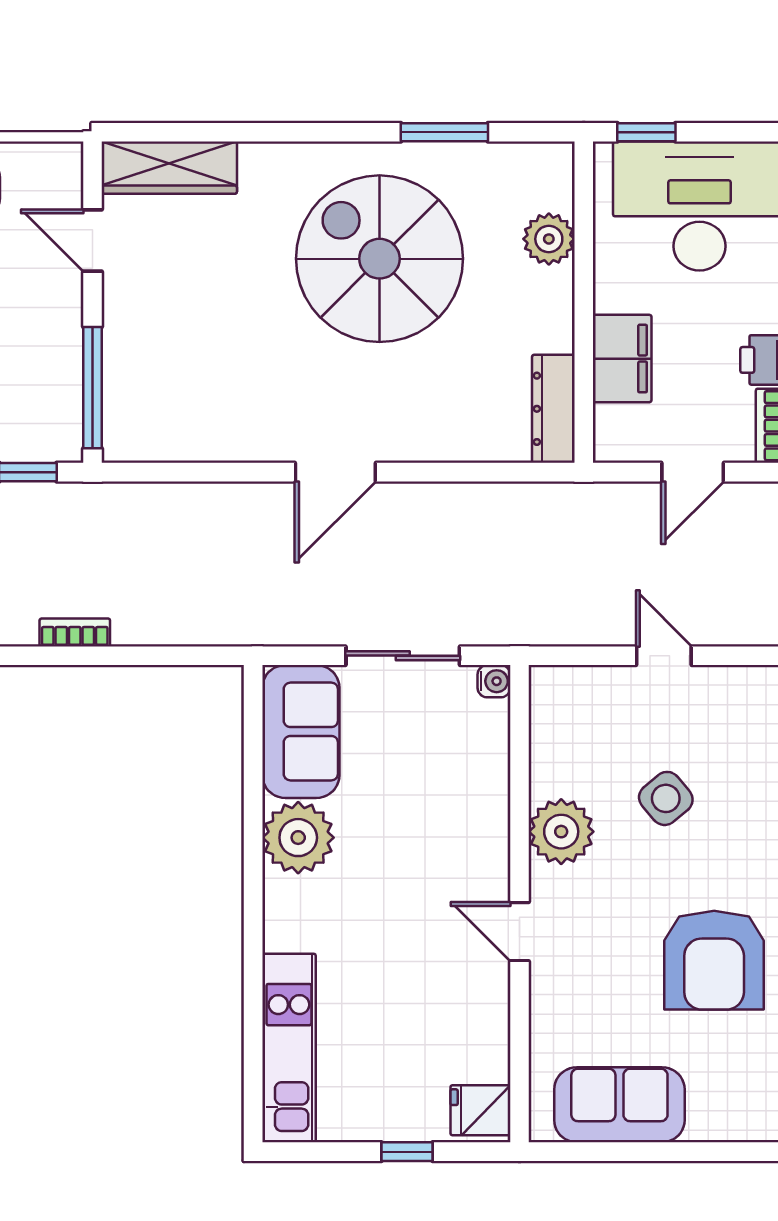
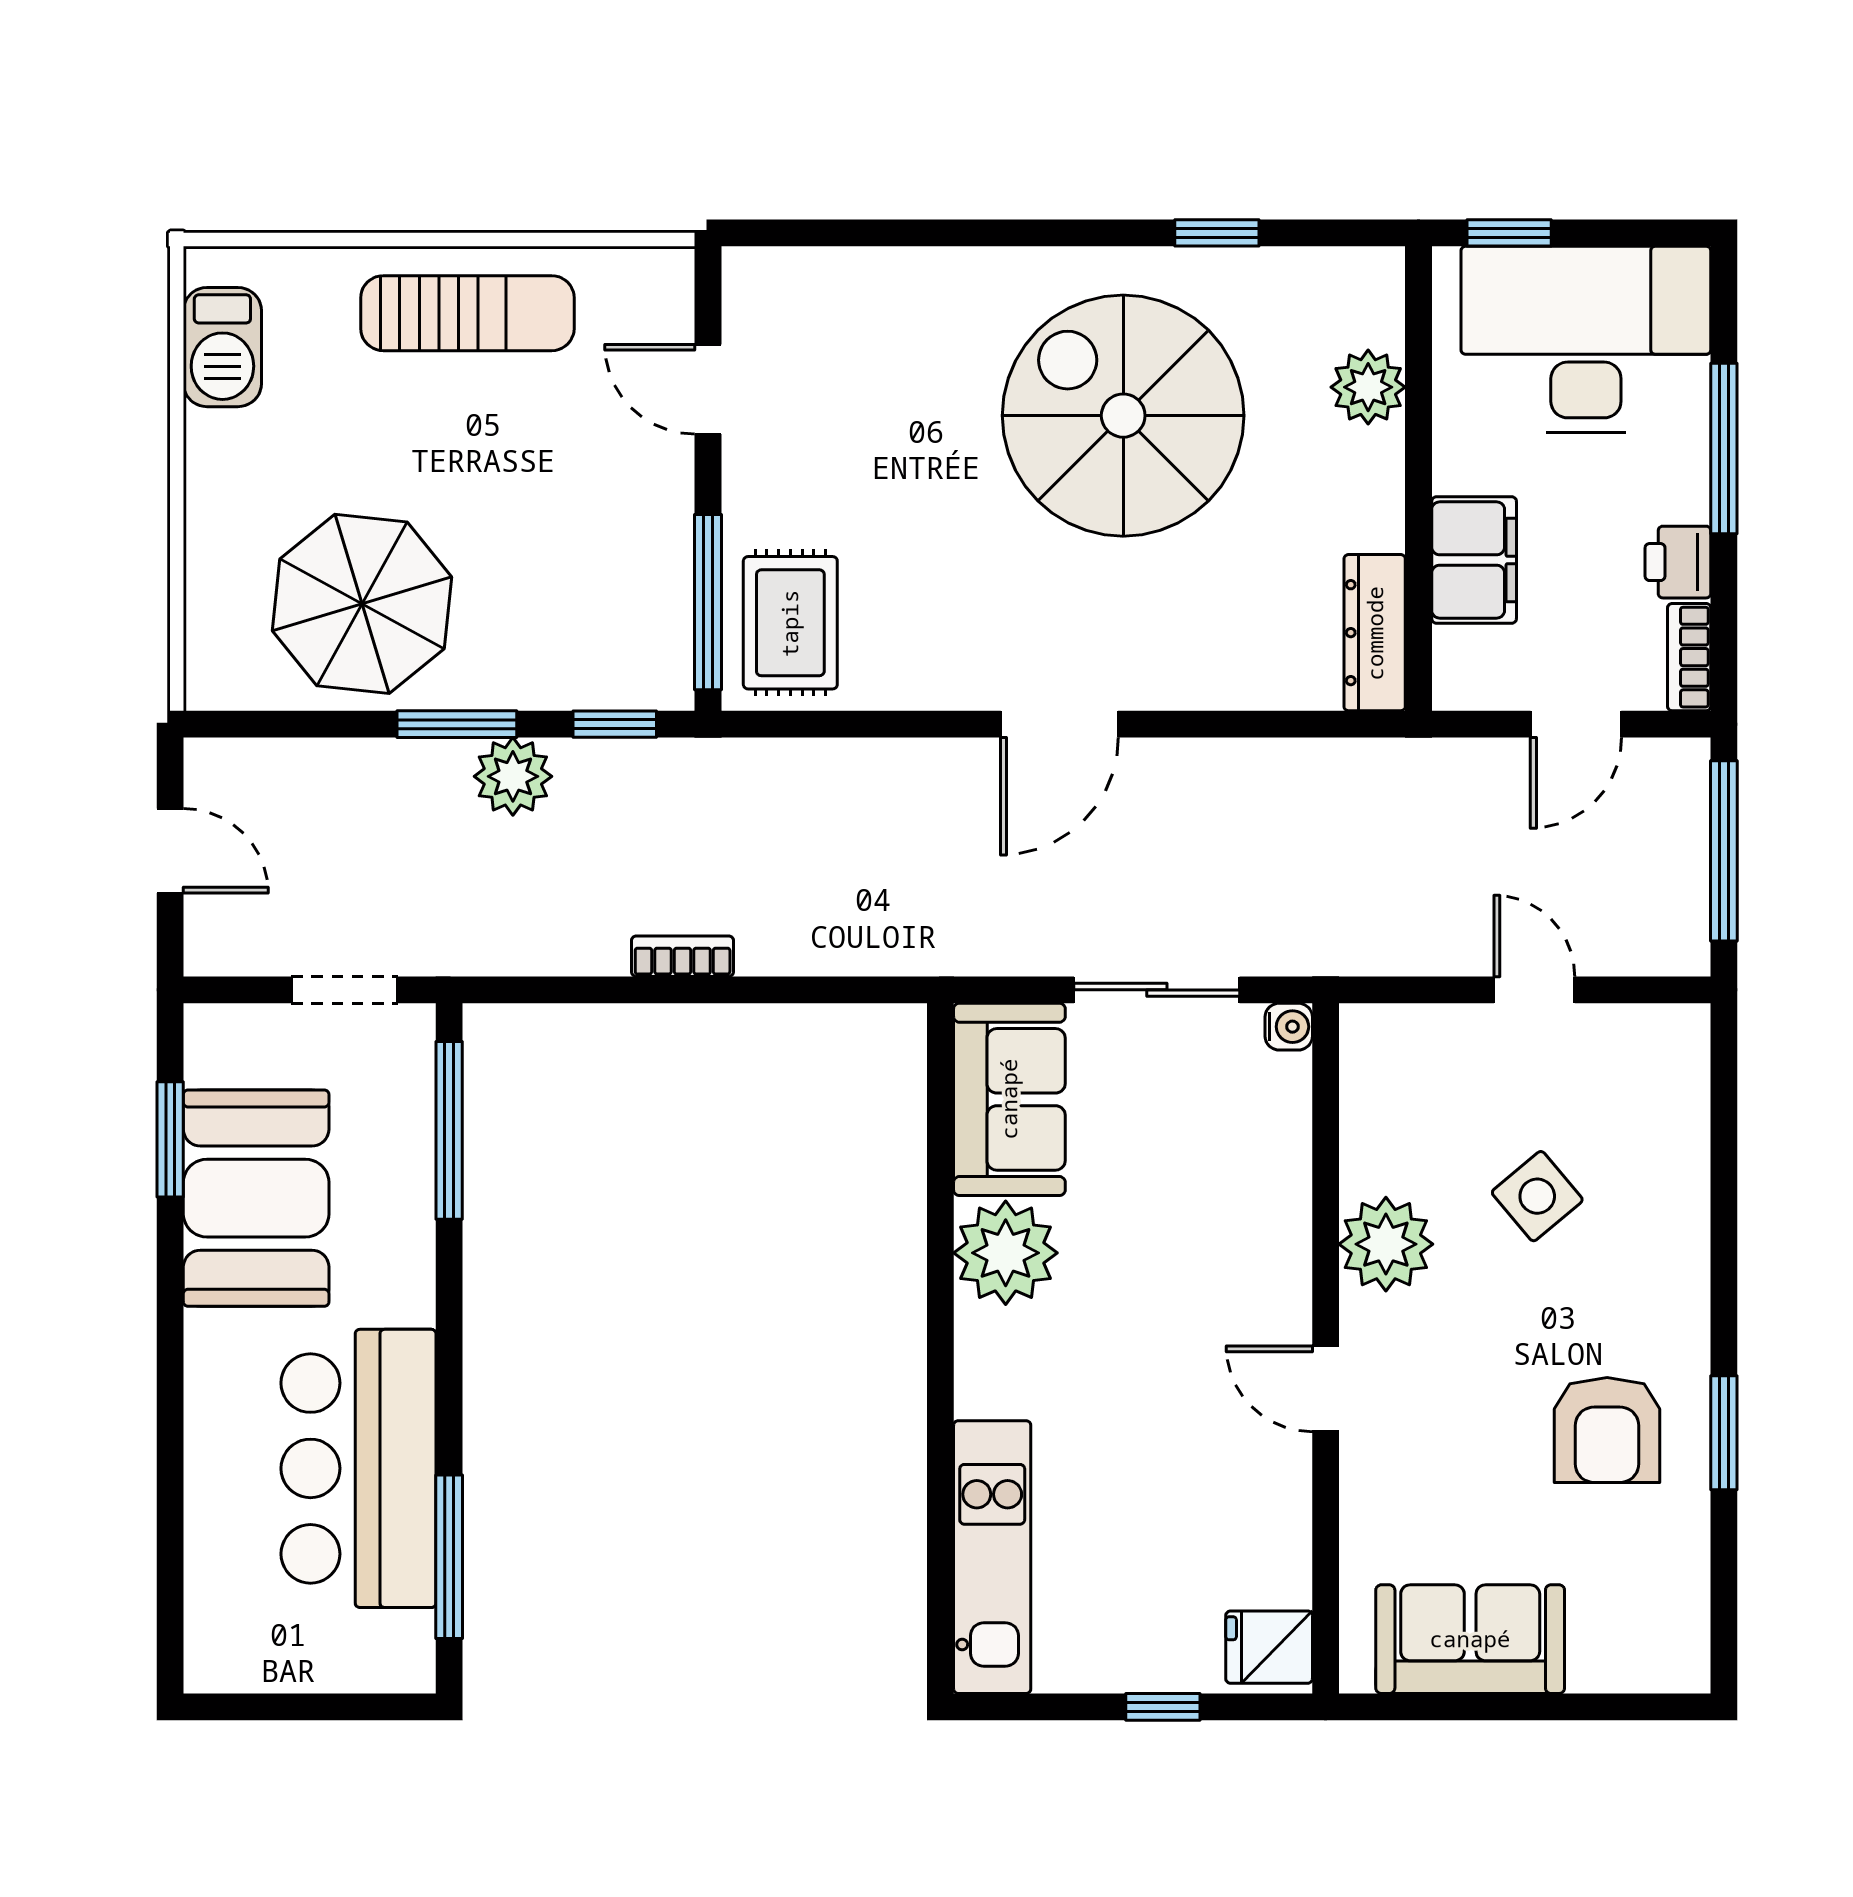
window: (444, 132) -> (1217, 233), width x0.67
wardrobe: (169, 168) -> (819, 284), removed
rug: (149, 402) -> (790, 623), added
armchair: (714, 960) -> (1607, 1430), width x0.73, depth x0.73

